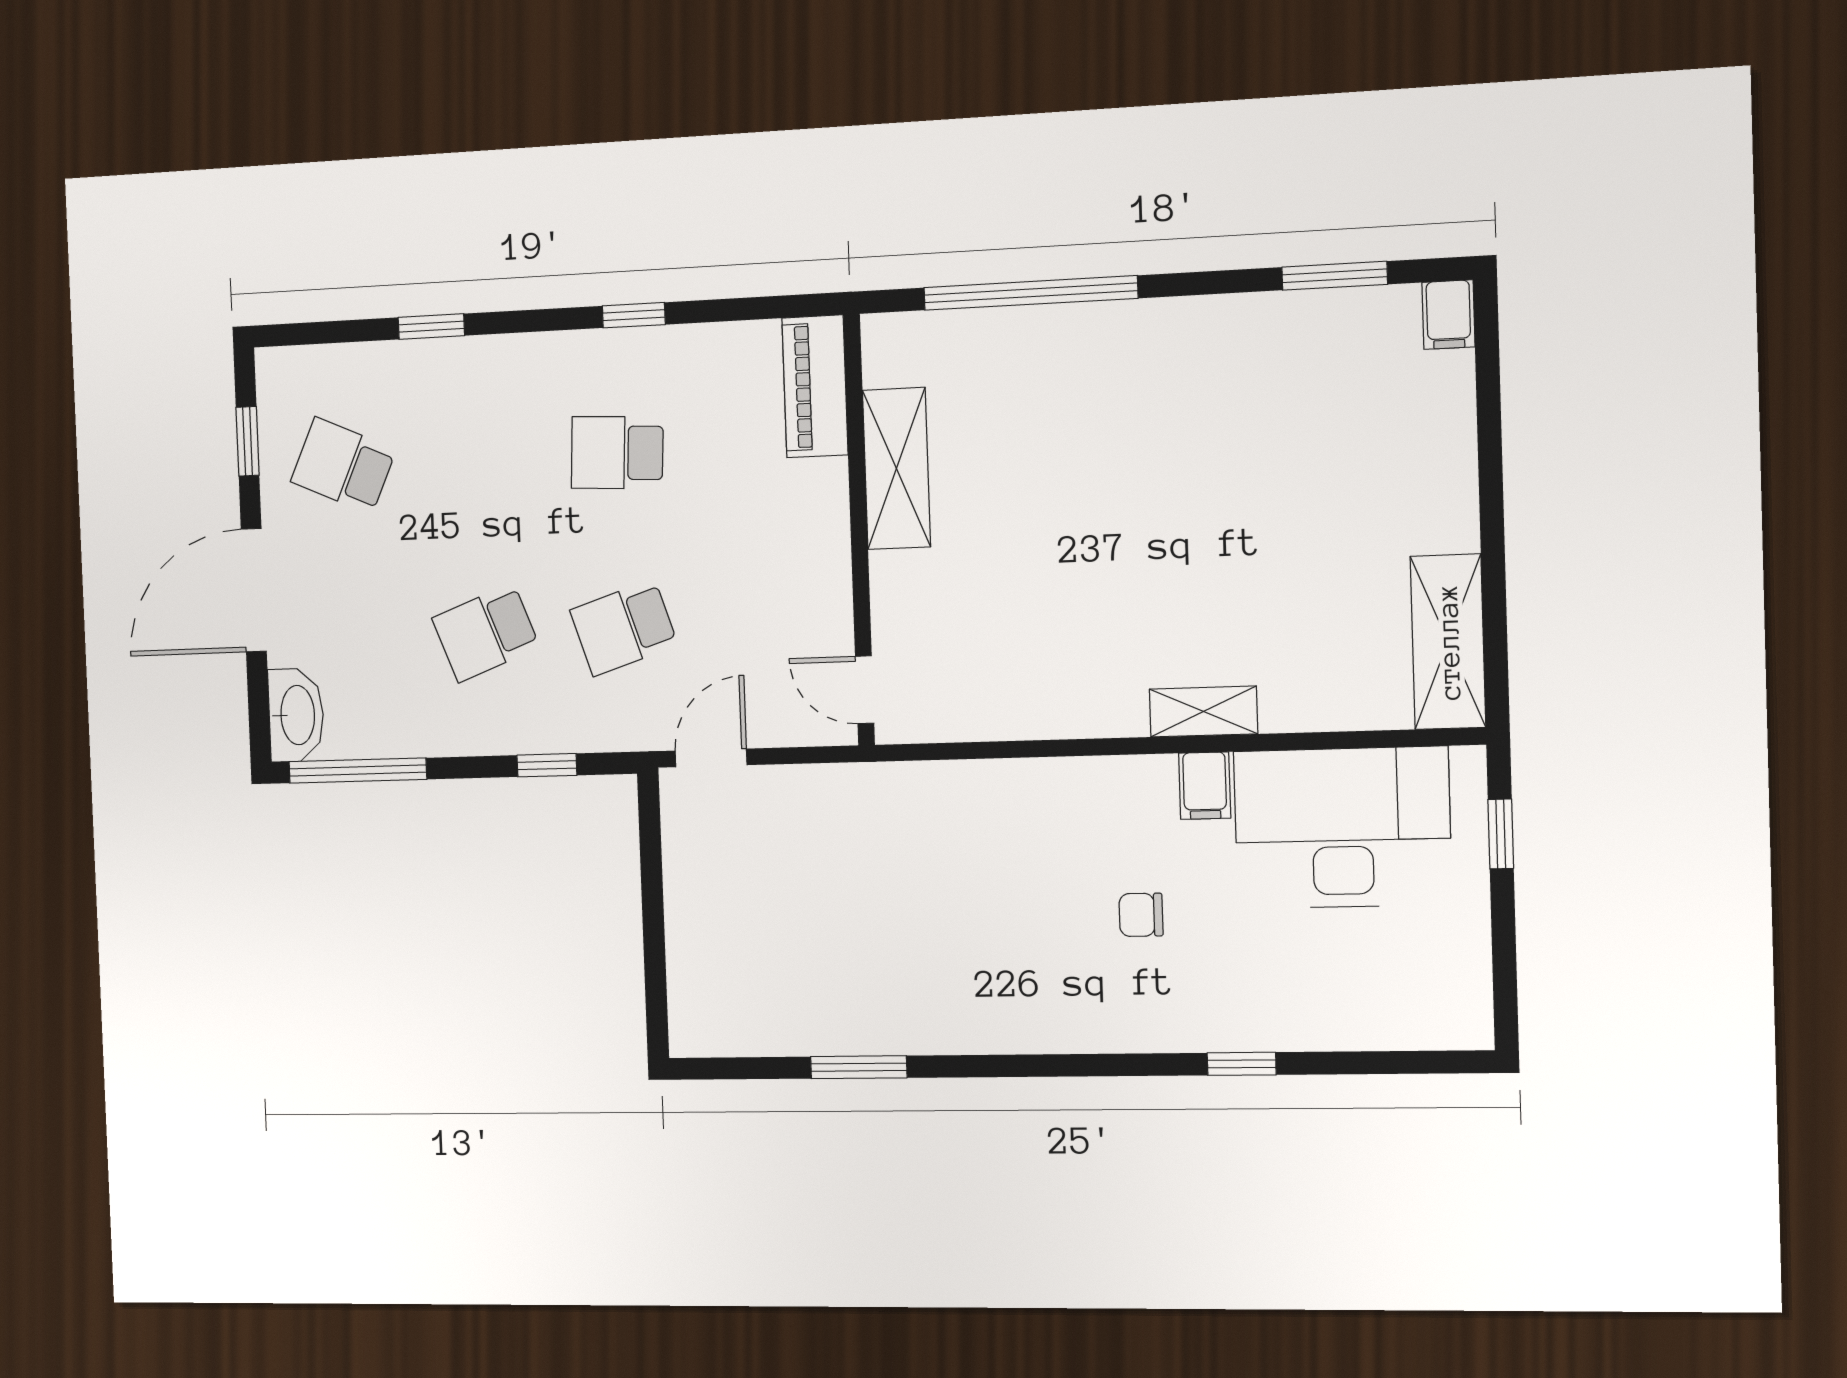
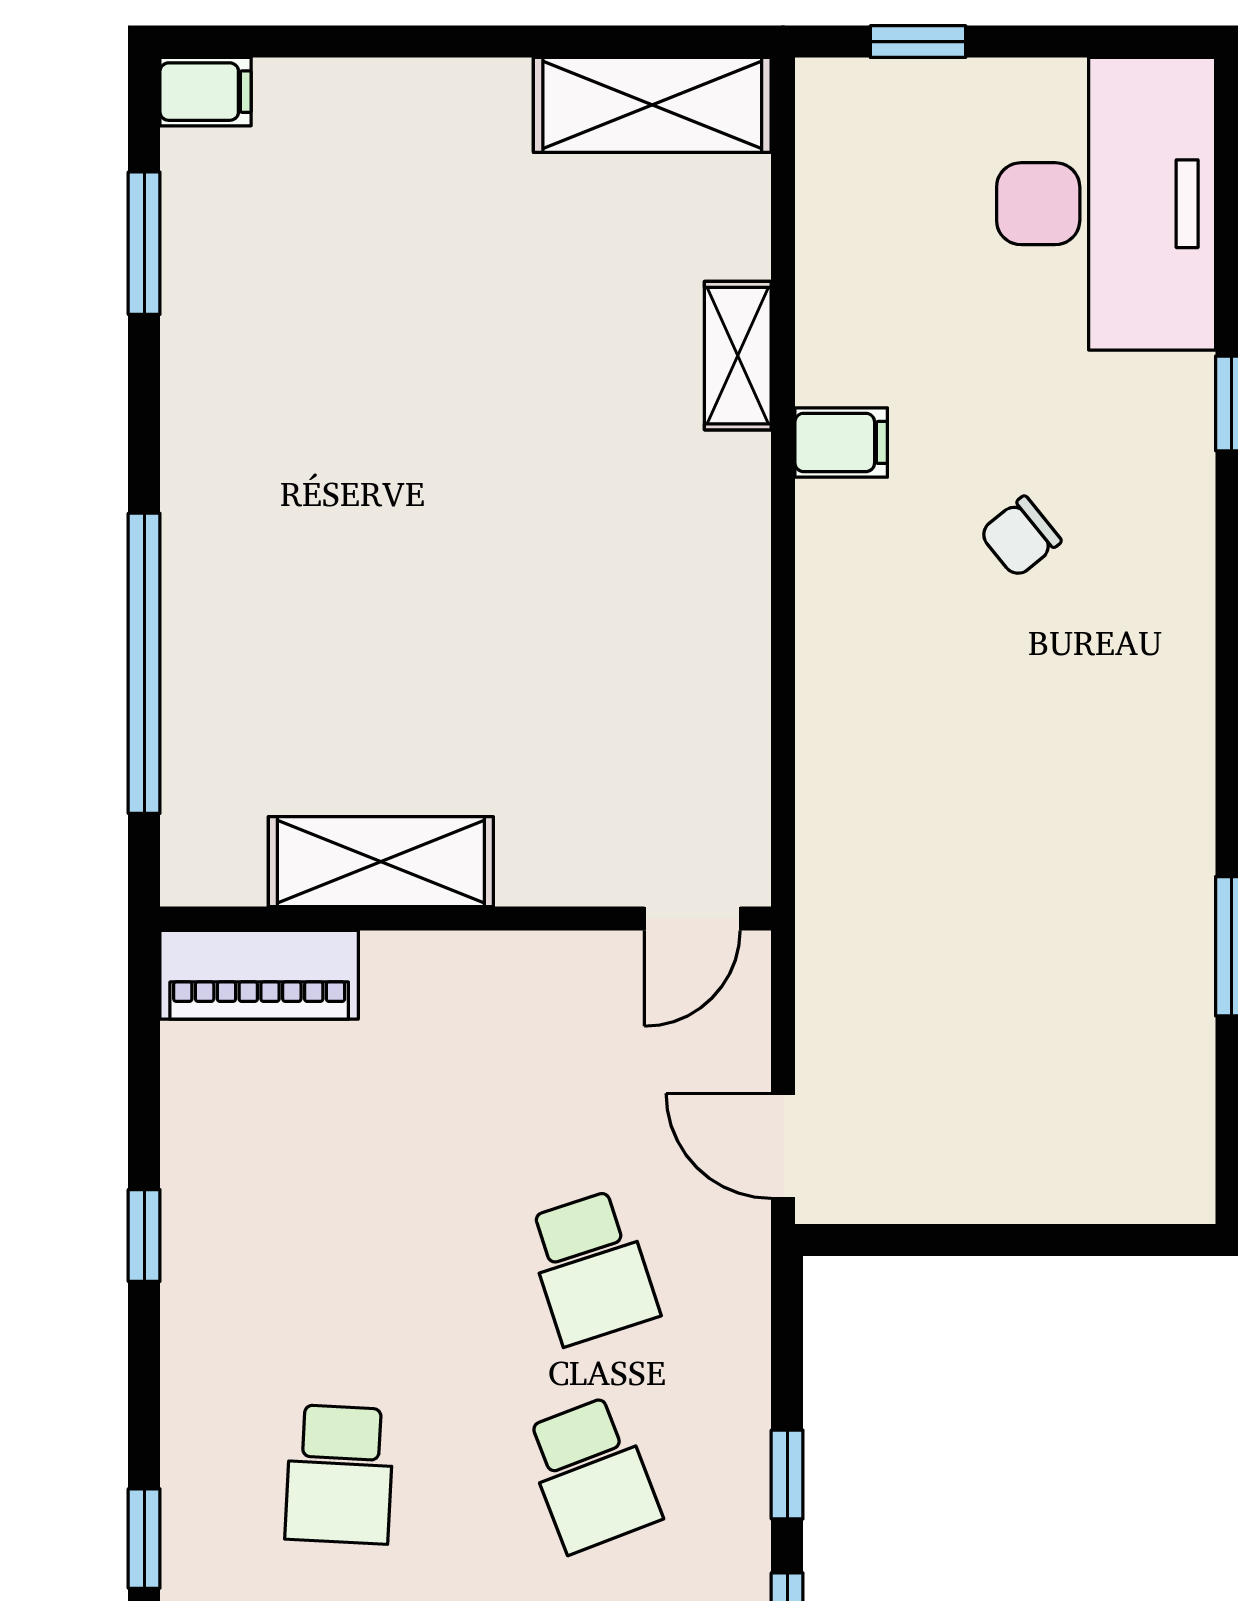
school desk: (617, 453) -> (340, 1474), moved
shelving: (1203, 711) -> (738, 356), moved
window: (547, 765) -> (787, 1475), moved
desk: (1342, 828) -> (1106, 204), moved, turned 180
chair: (1141, 915) -> (1020, 537), turned 51

